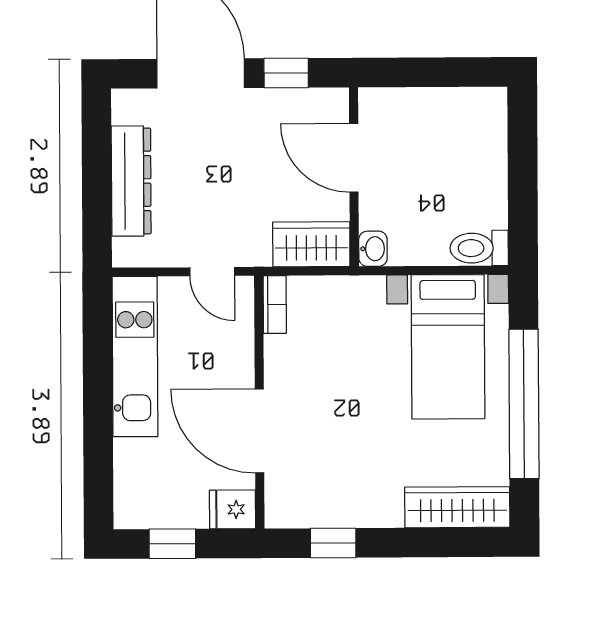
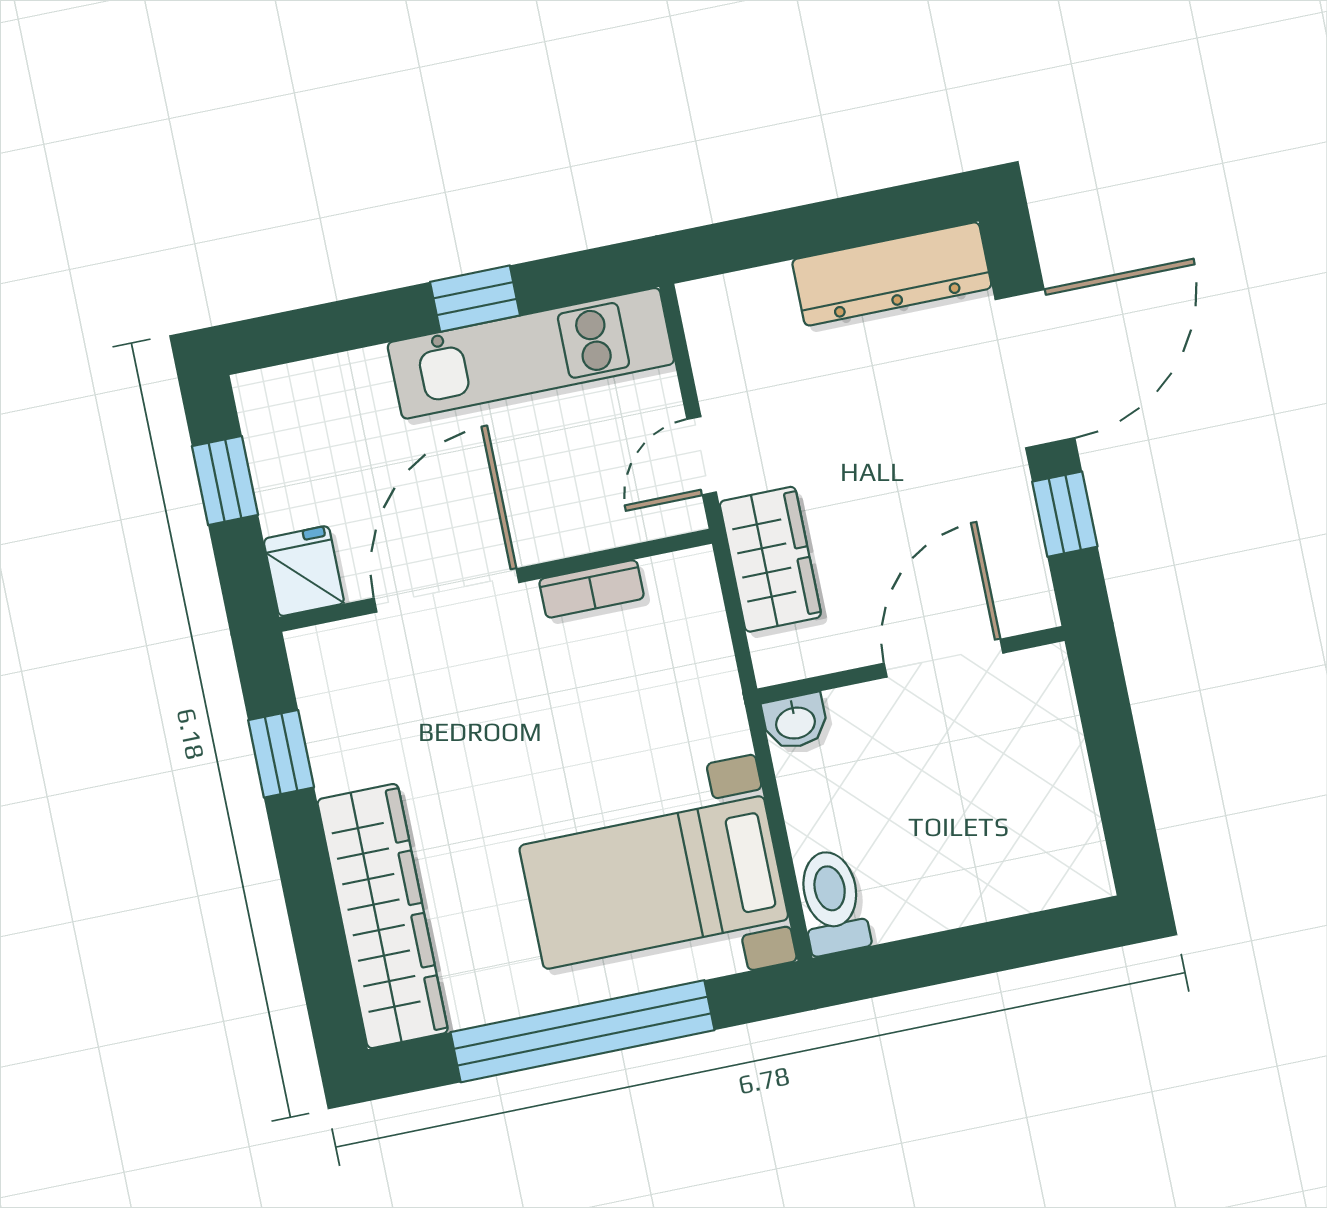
dresser: (131, 181) -> (892, 274), moved
wardrobe: (311, 244) -> (770, 559), moved
bookcase: (275, 305) -> (591, 589), moved
window: (98, 382) -> (475, 299), added
wardrobe: (457, 507) -> (383, 916), width x1.40, depth x1.17

